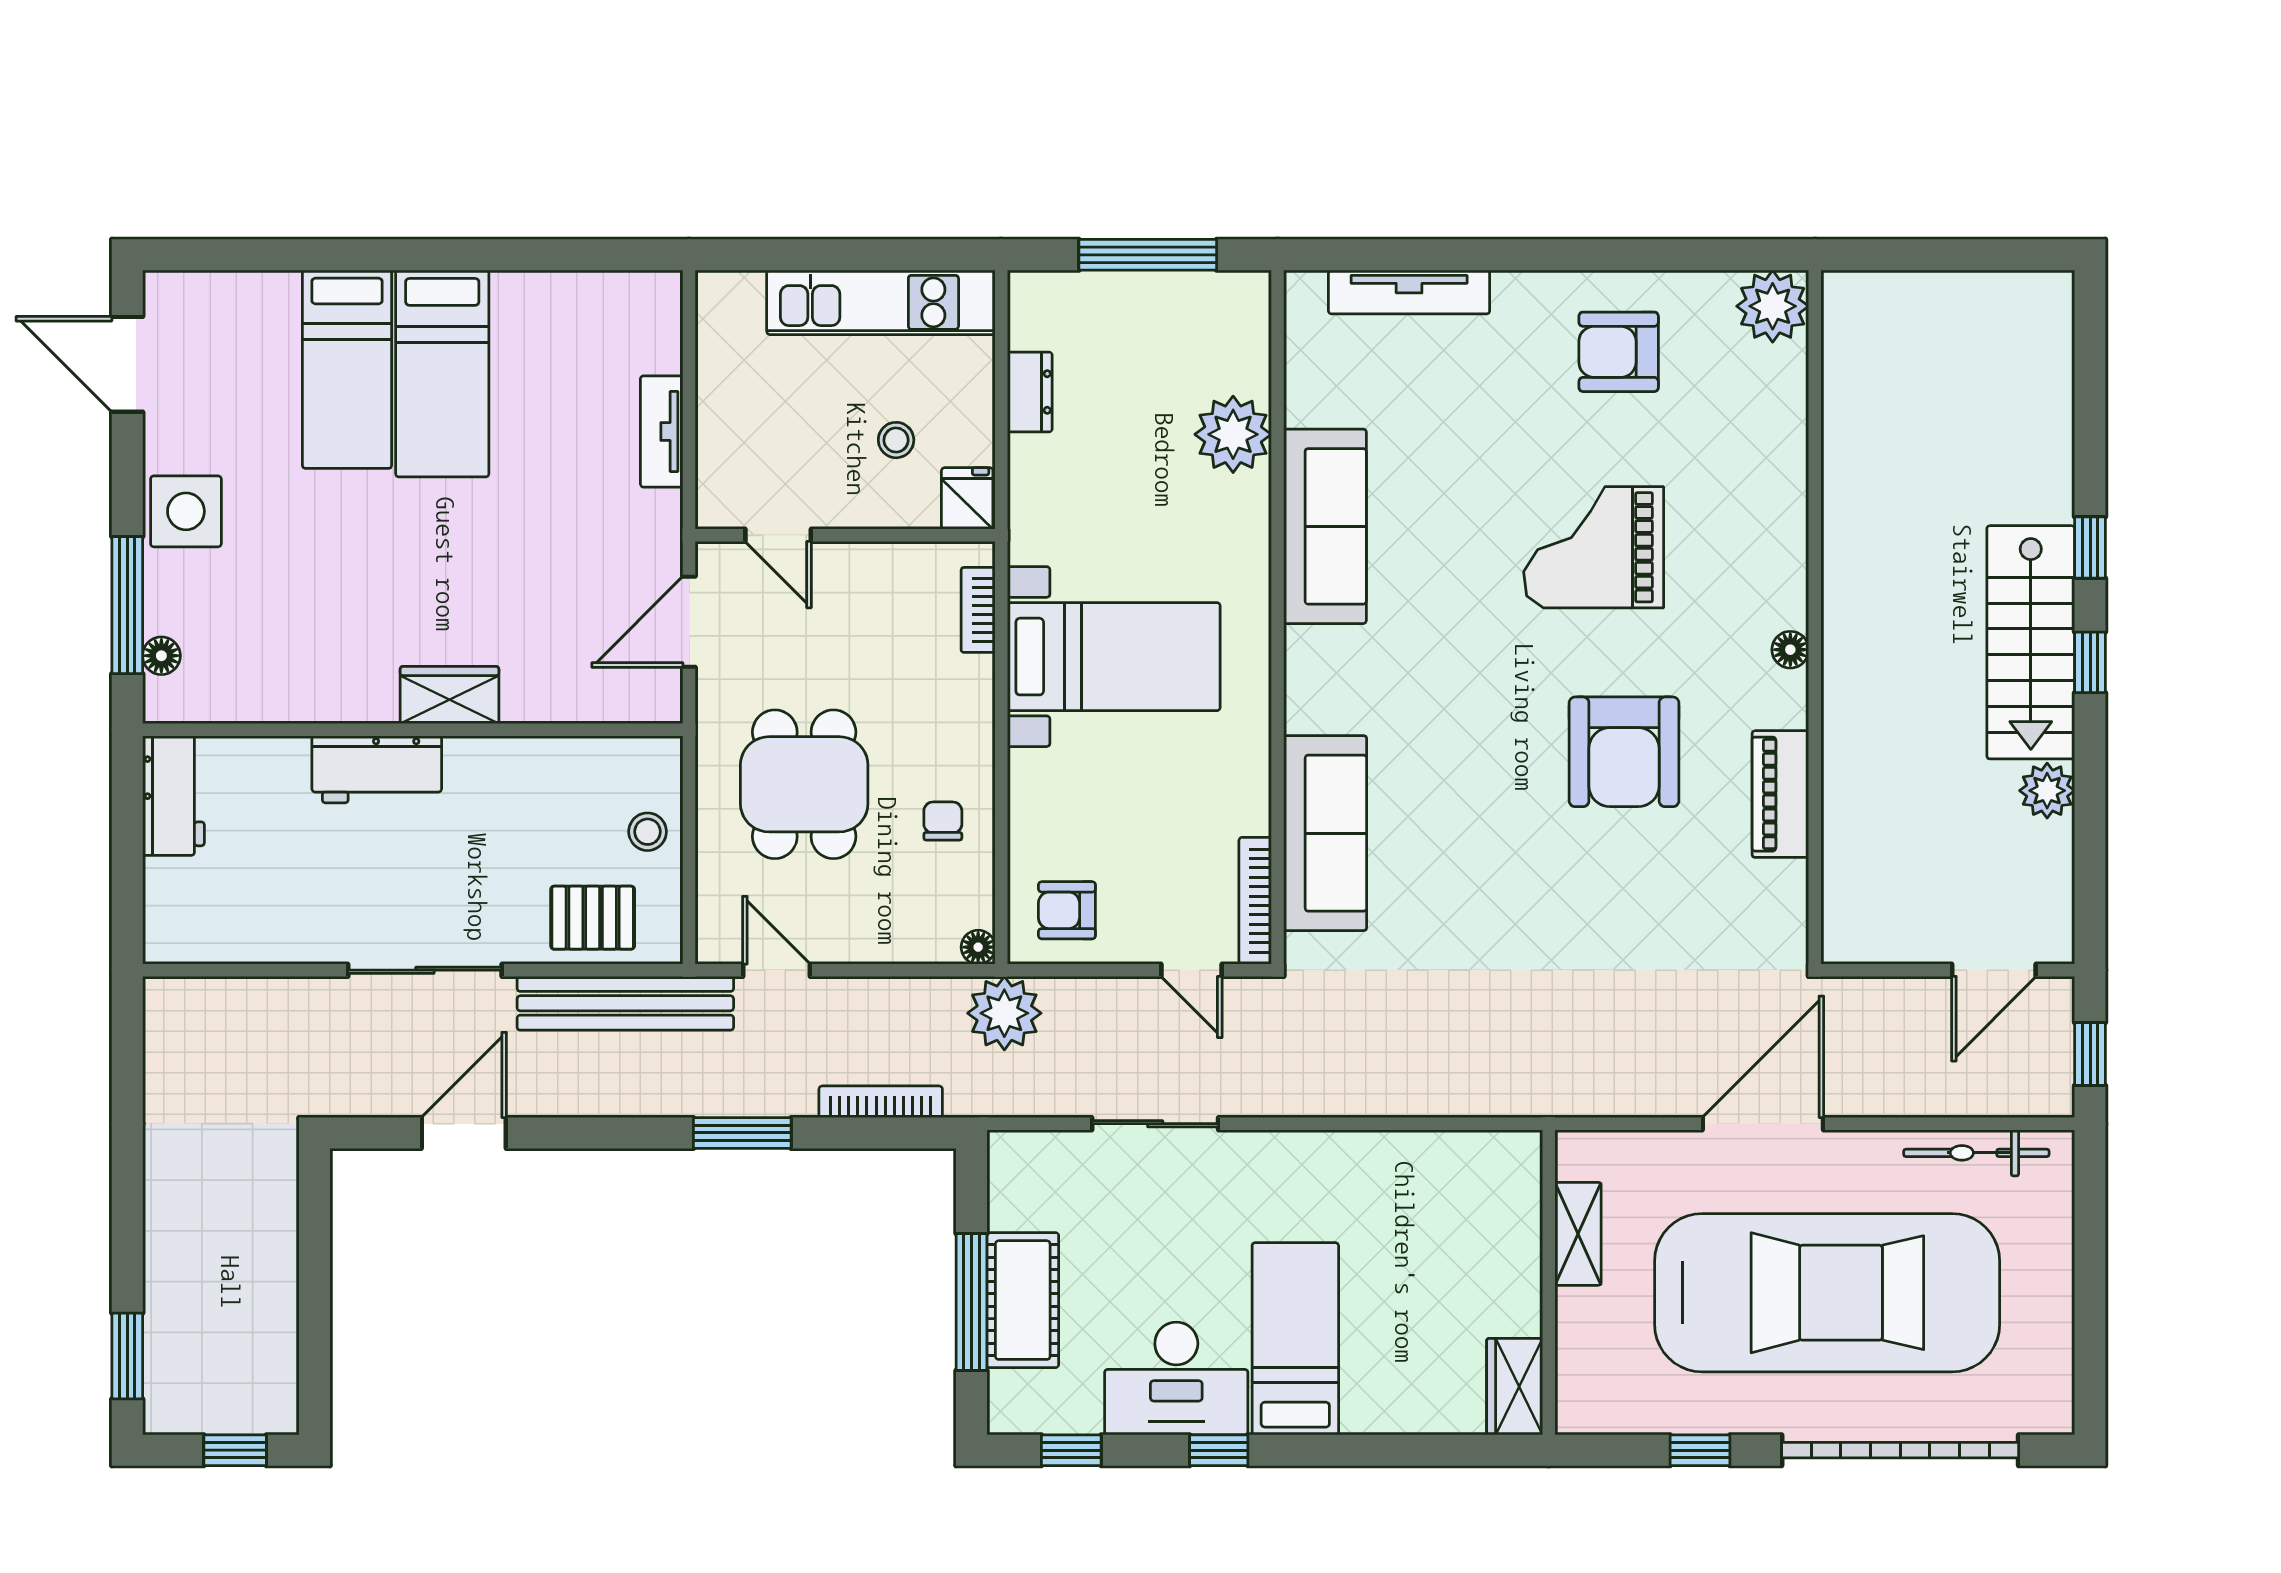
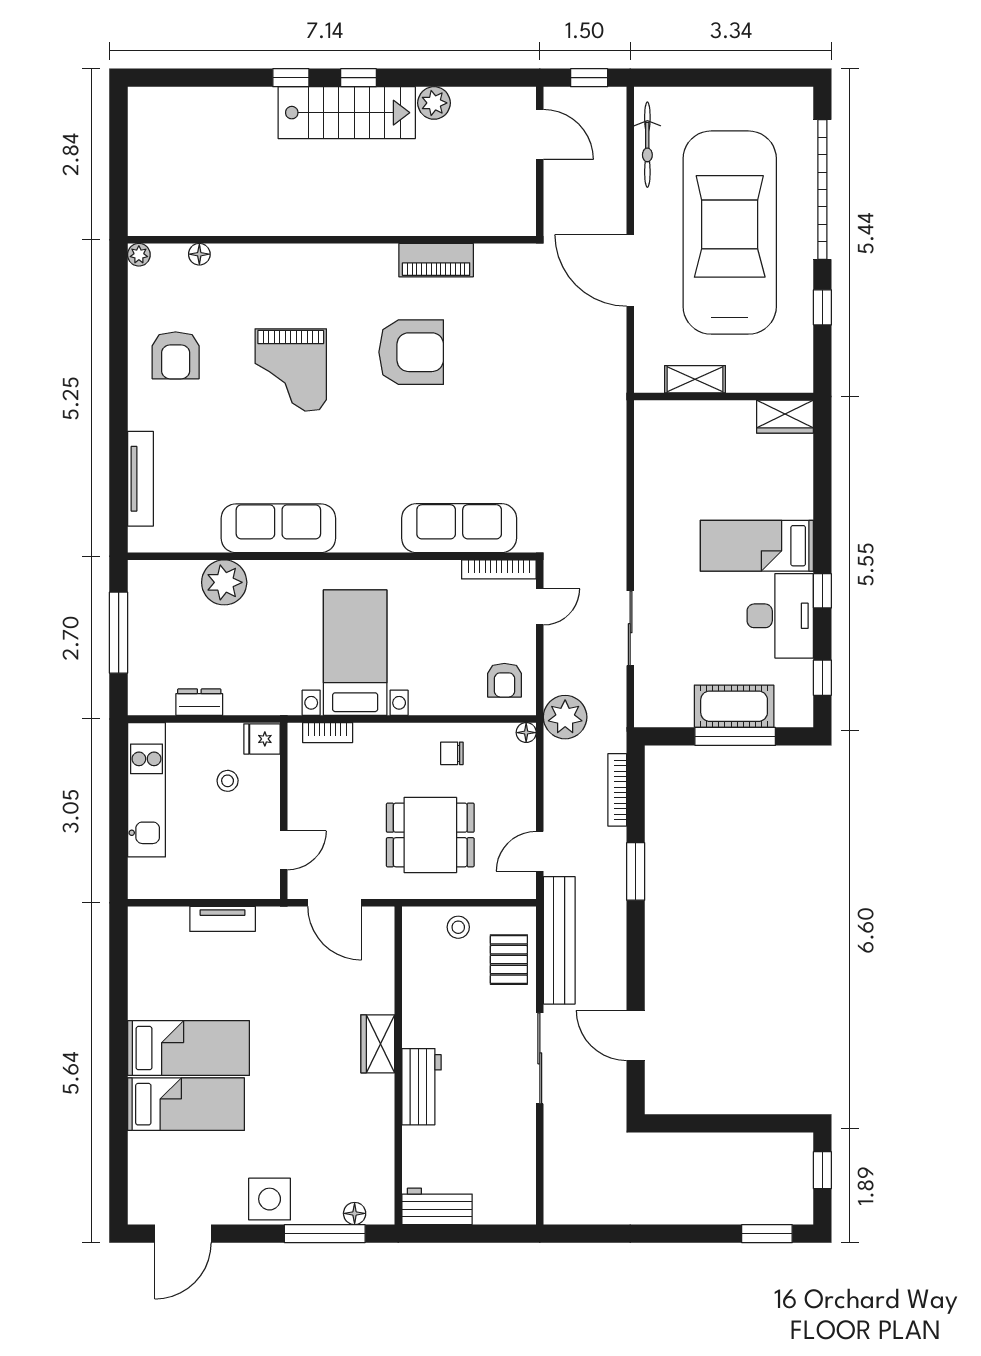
plant: (1773, 306) -> (139, 255), width x0.53, depth x0.53
floor lamp: (1790, 650) -> (199, 254), moved

